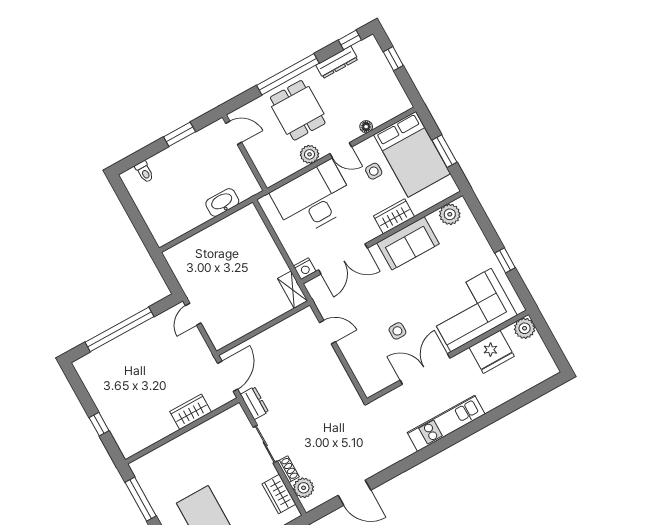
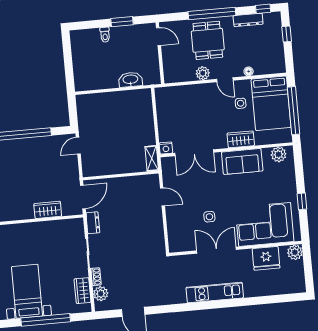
window: (444, 151) -> (294, 111), width x2.11
toilet: (144, 172) -> (105, 35), moved
desk: (313, 199) -> (192, 104), removed

